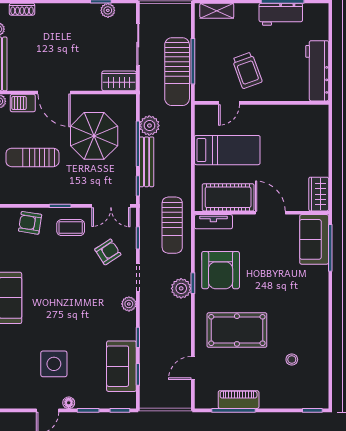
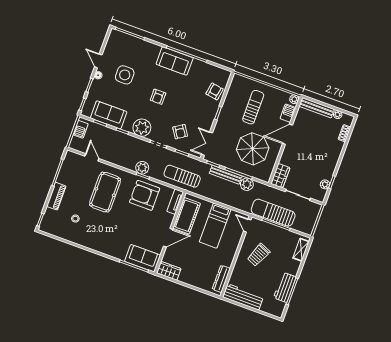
trolley: (247, 70) -> (259, 255), turned -47
door: (229, 103) -> (247, 226), moved
dresser: (302, 112) -> (221, 279), added
coffee table: (71, 228) -> (203, 115), removed
armchair: (68, 303) -> (158, 97), added
plant: (129, 304) -> (142, 128), width x1.87, depth x1.87
barbecue: (158, 400) -> (80, 129), added
piano: (239, 400) -> (56, 196), moved

